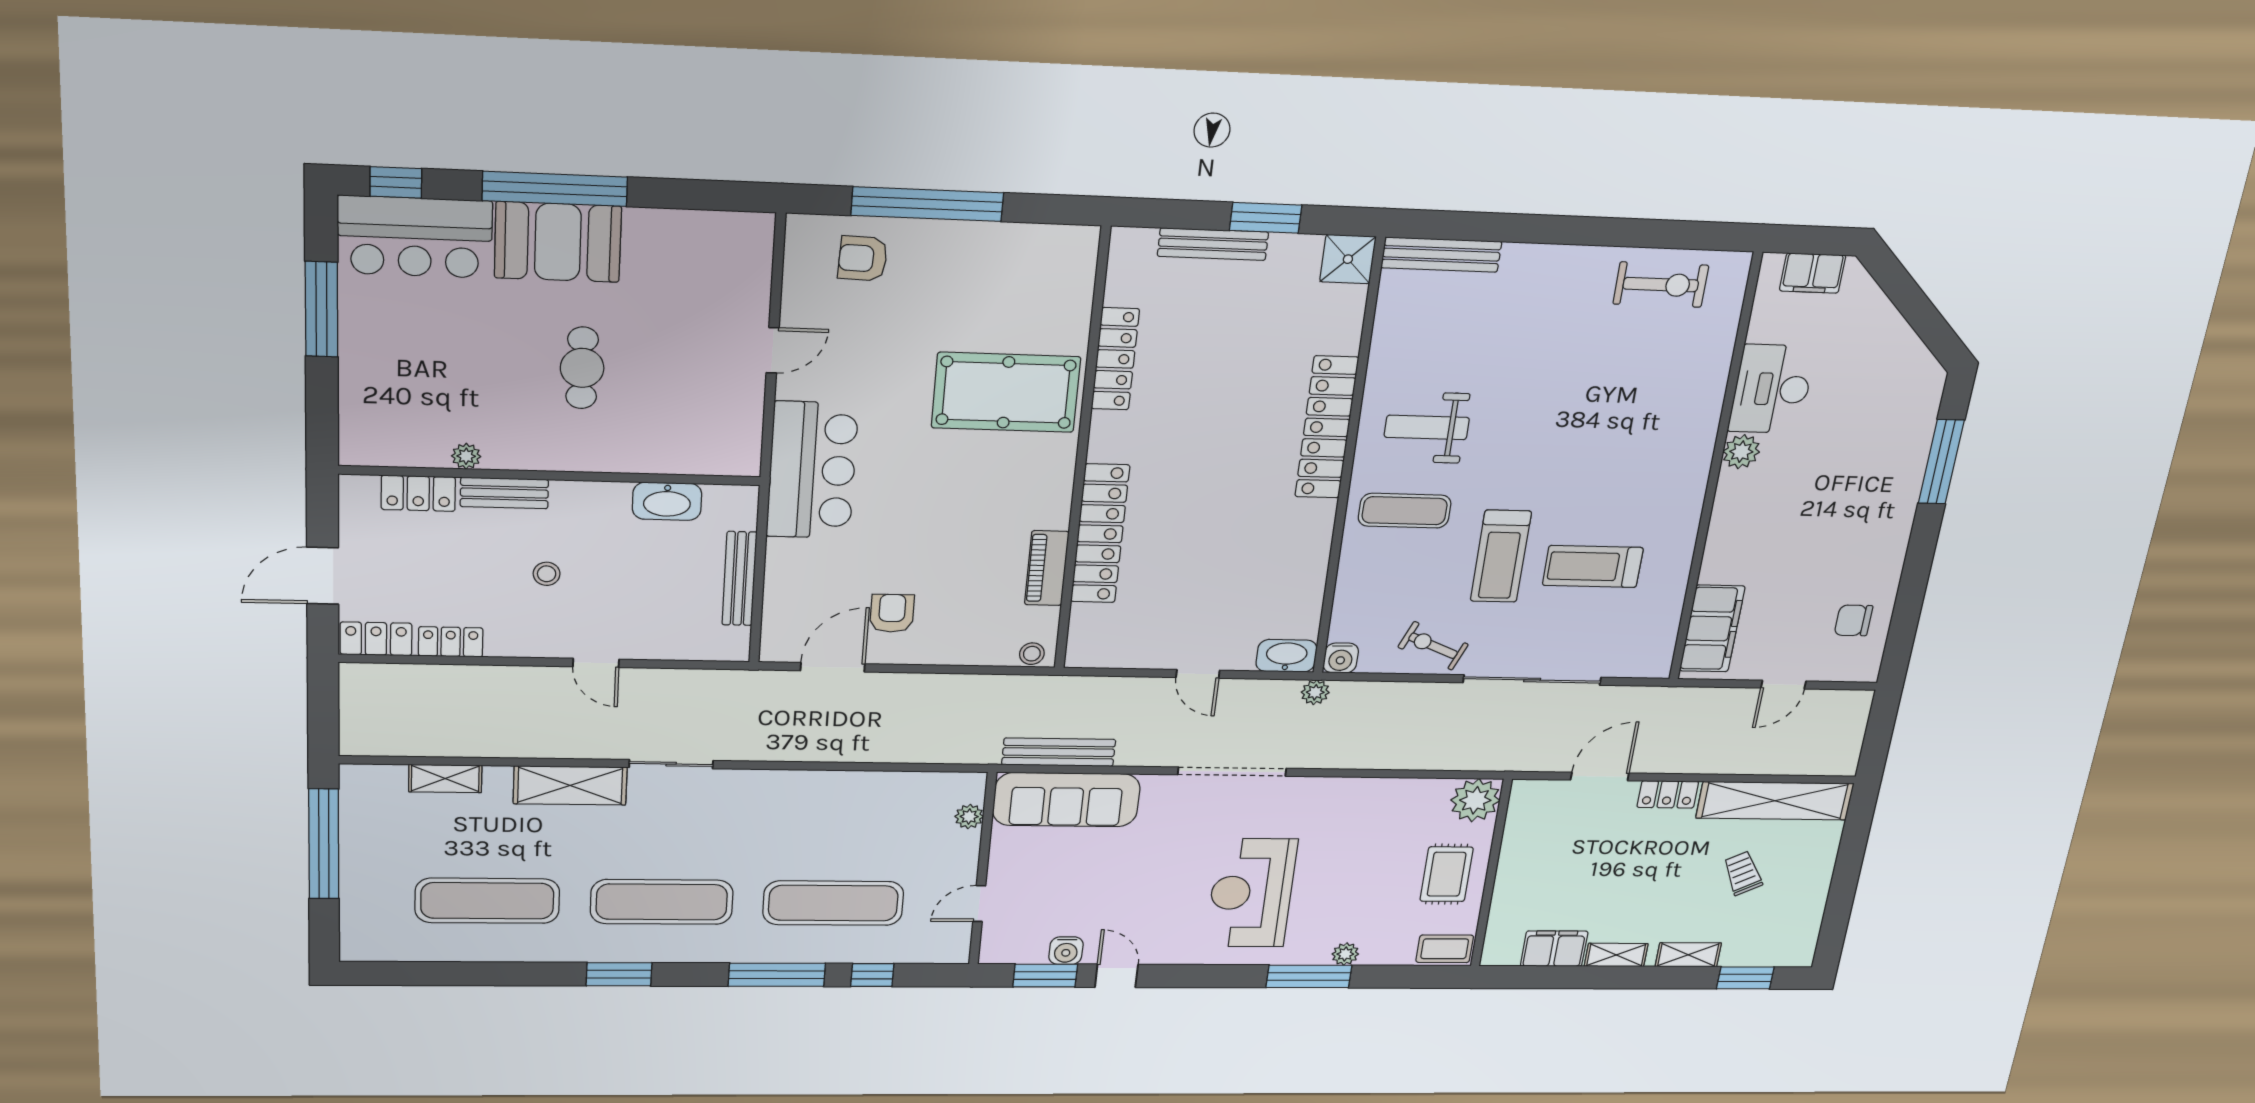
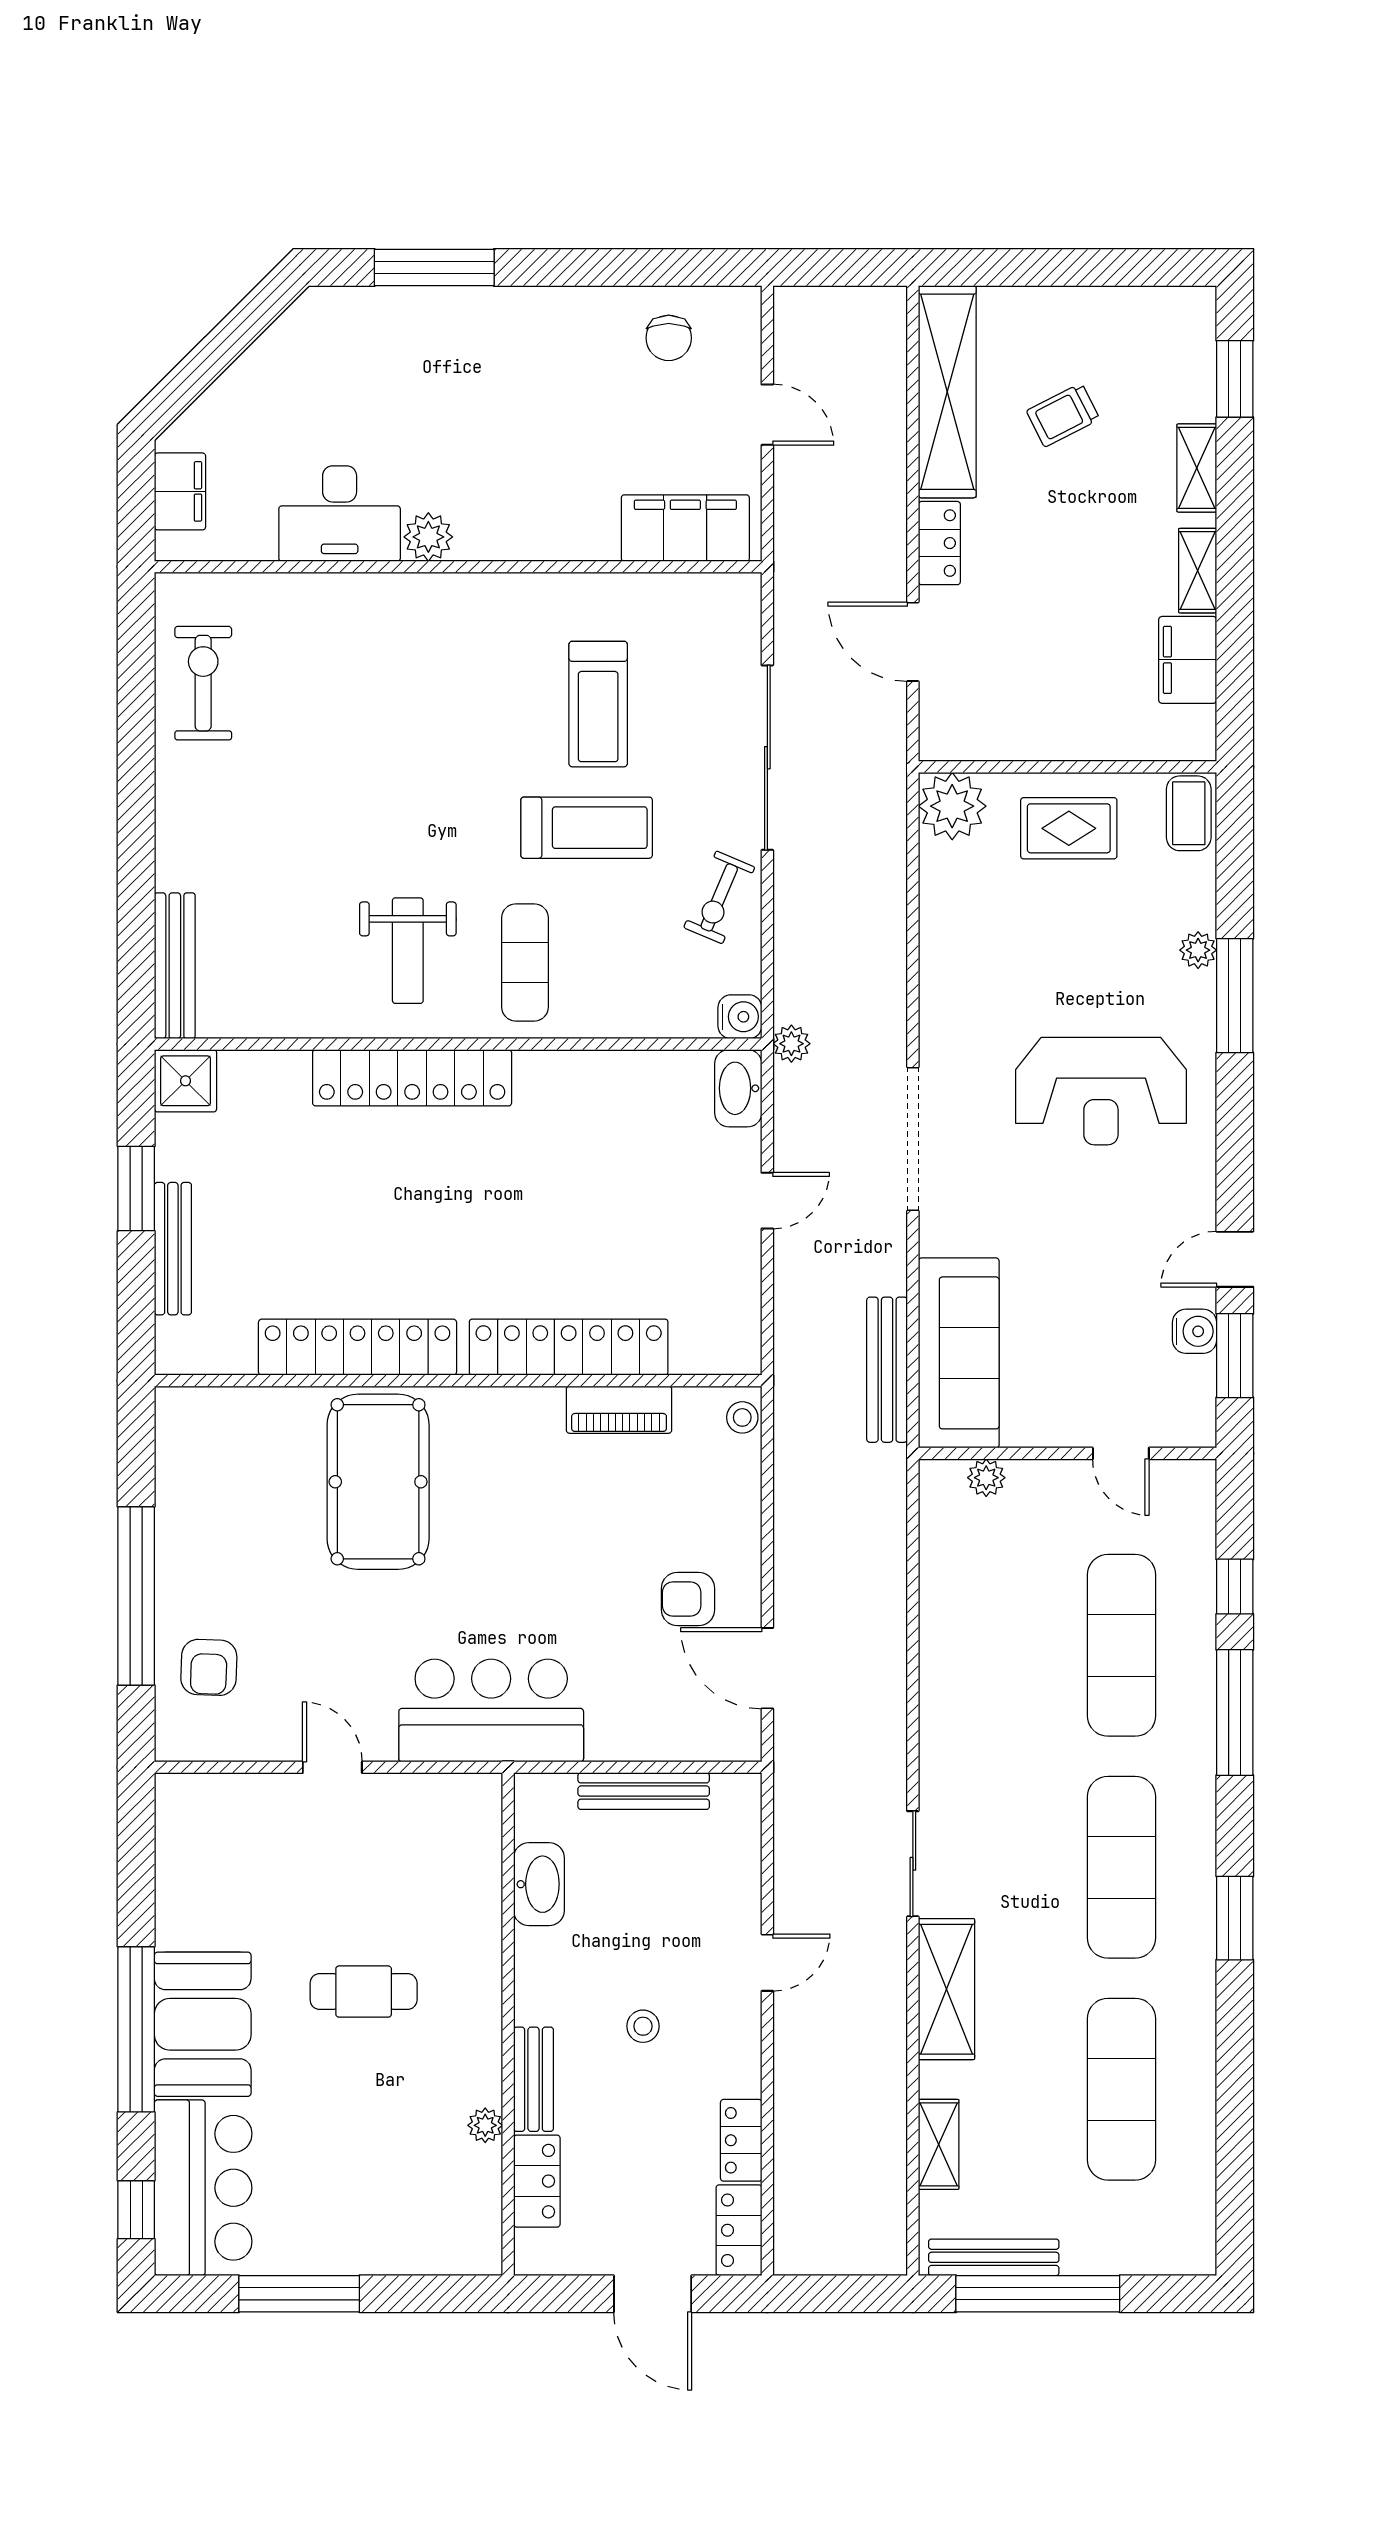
locker: (1115, 359) -> (357, 1347), width x1.41, depth x1.21
bench: (353, 815) -> (994, 2257), added

